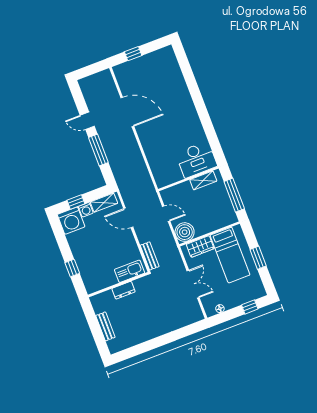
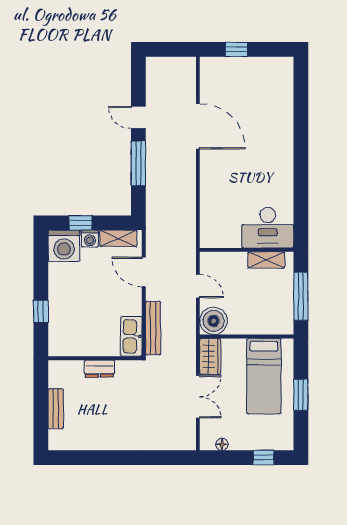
wardrobe: (200, 246) -> (210, 356), moved, turned -90
bench: (150, 256) -> (153, 328), width x1.36
kitchen sink: (130, 271) -> (131, 336), moved, turned -90

